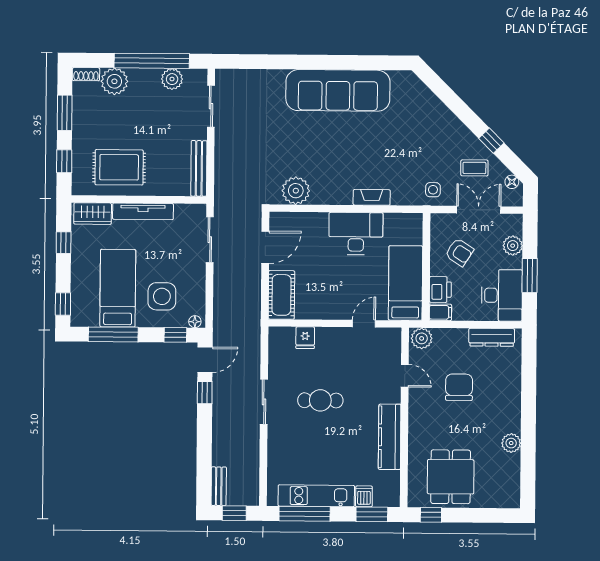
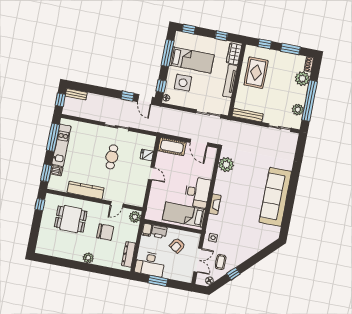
plant: (513, 246) -> (175, 275), removed
bed: (405, 283) -> (184, 215), moved, turned 180
door: (364, 324) -> (151, 174), moved
plant: (511, 443) -> (88, 258), moved
dining table: (451, 477) -> (71, 219), moved

